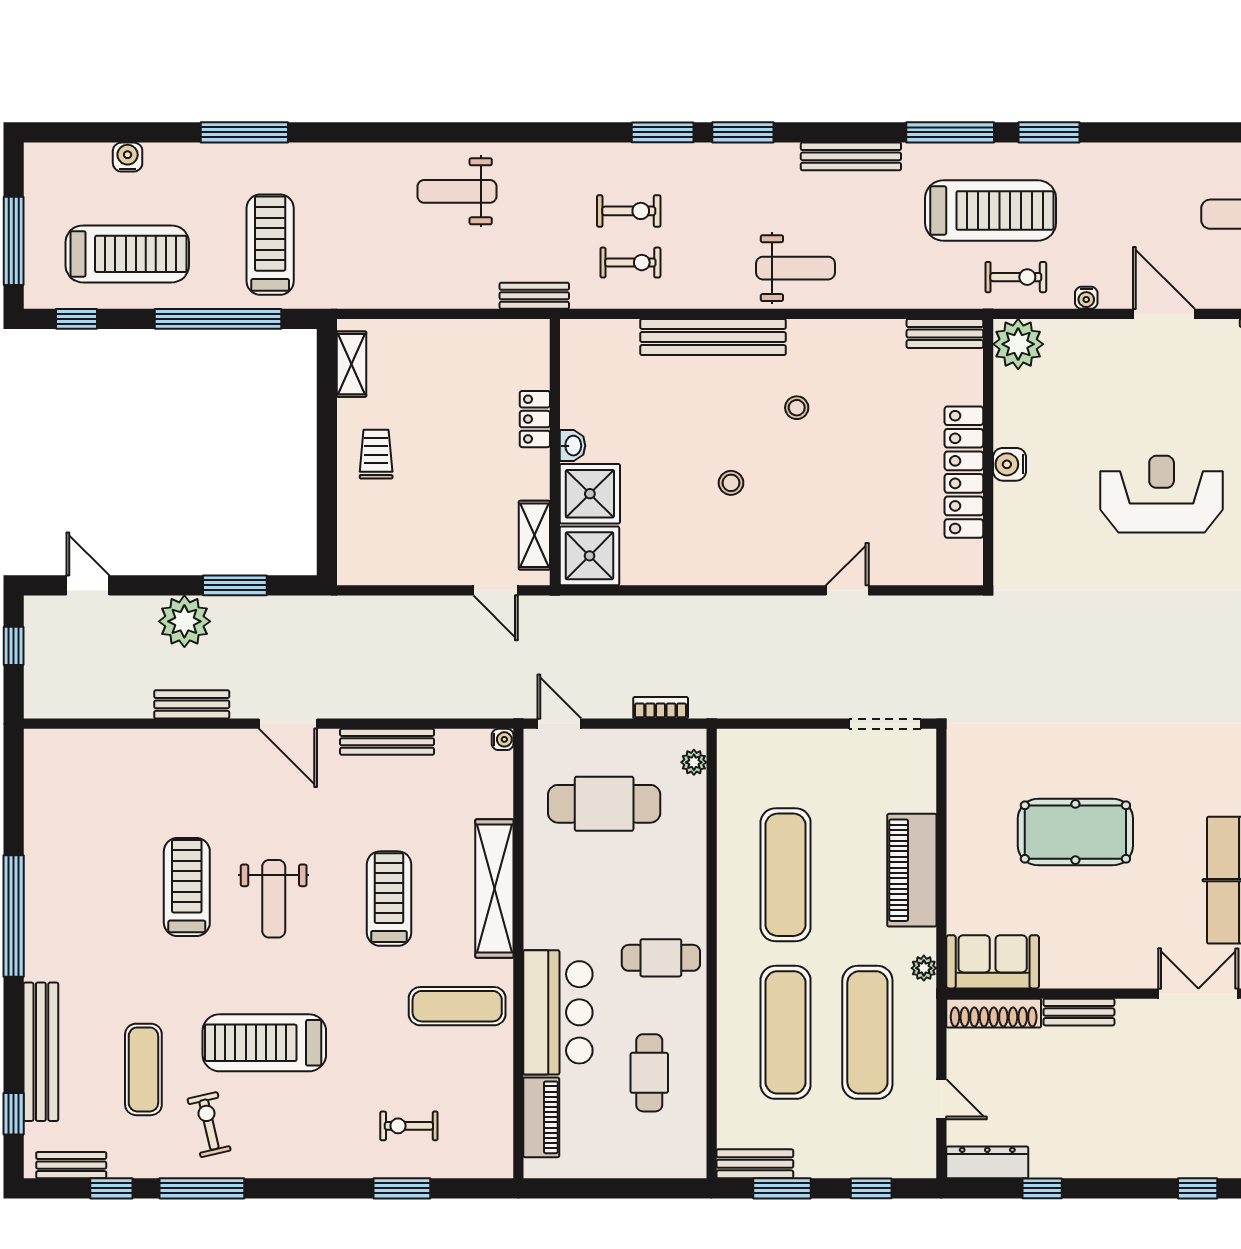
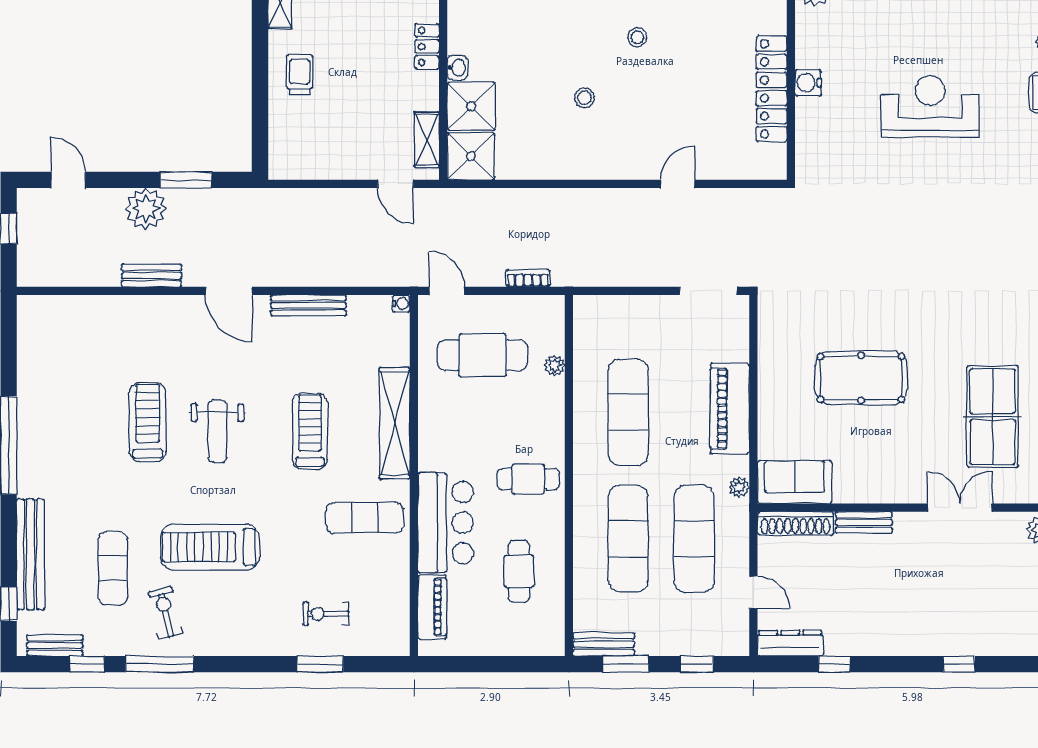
plant: (694, 762) -> (555, 366), moved

